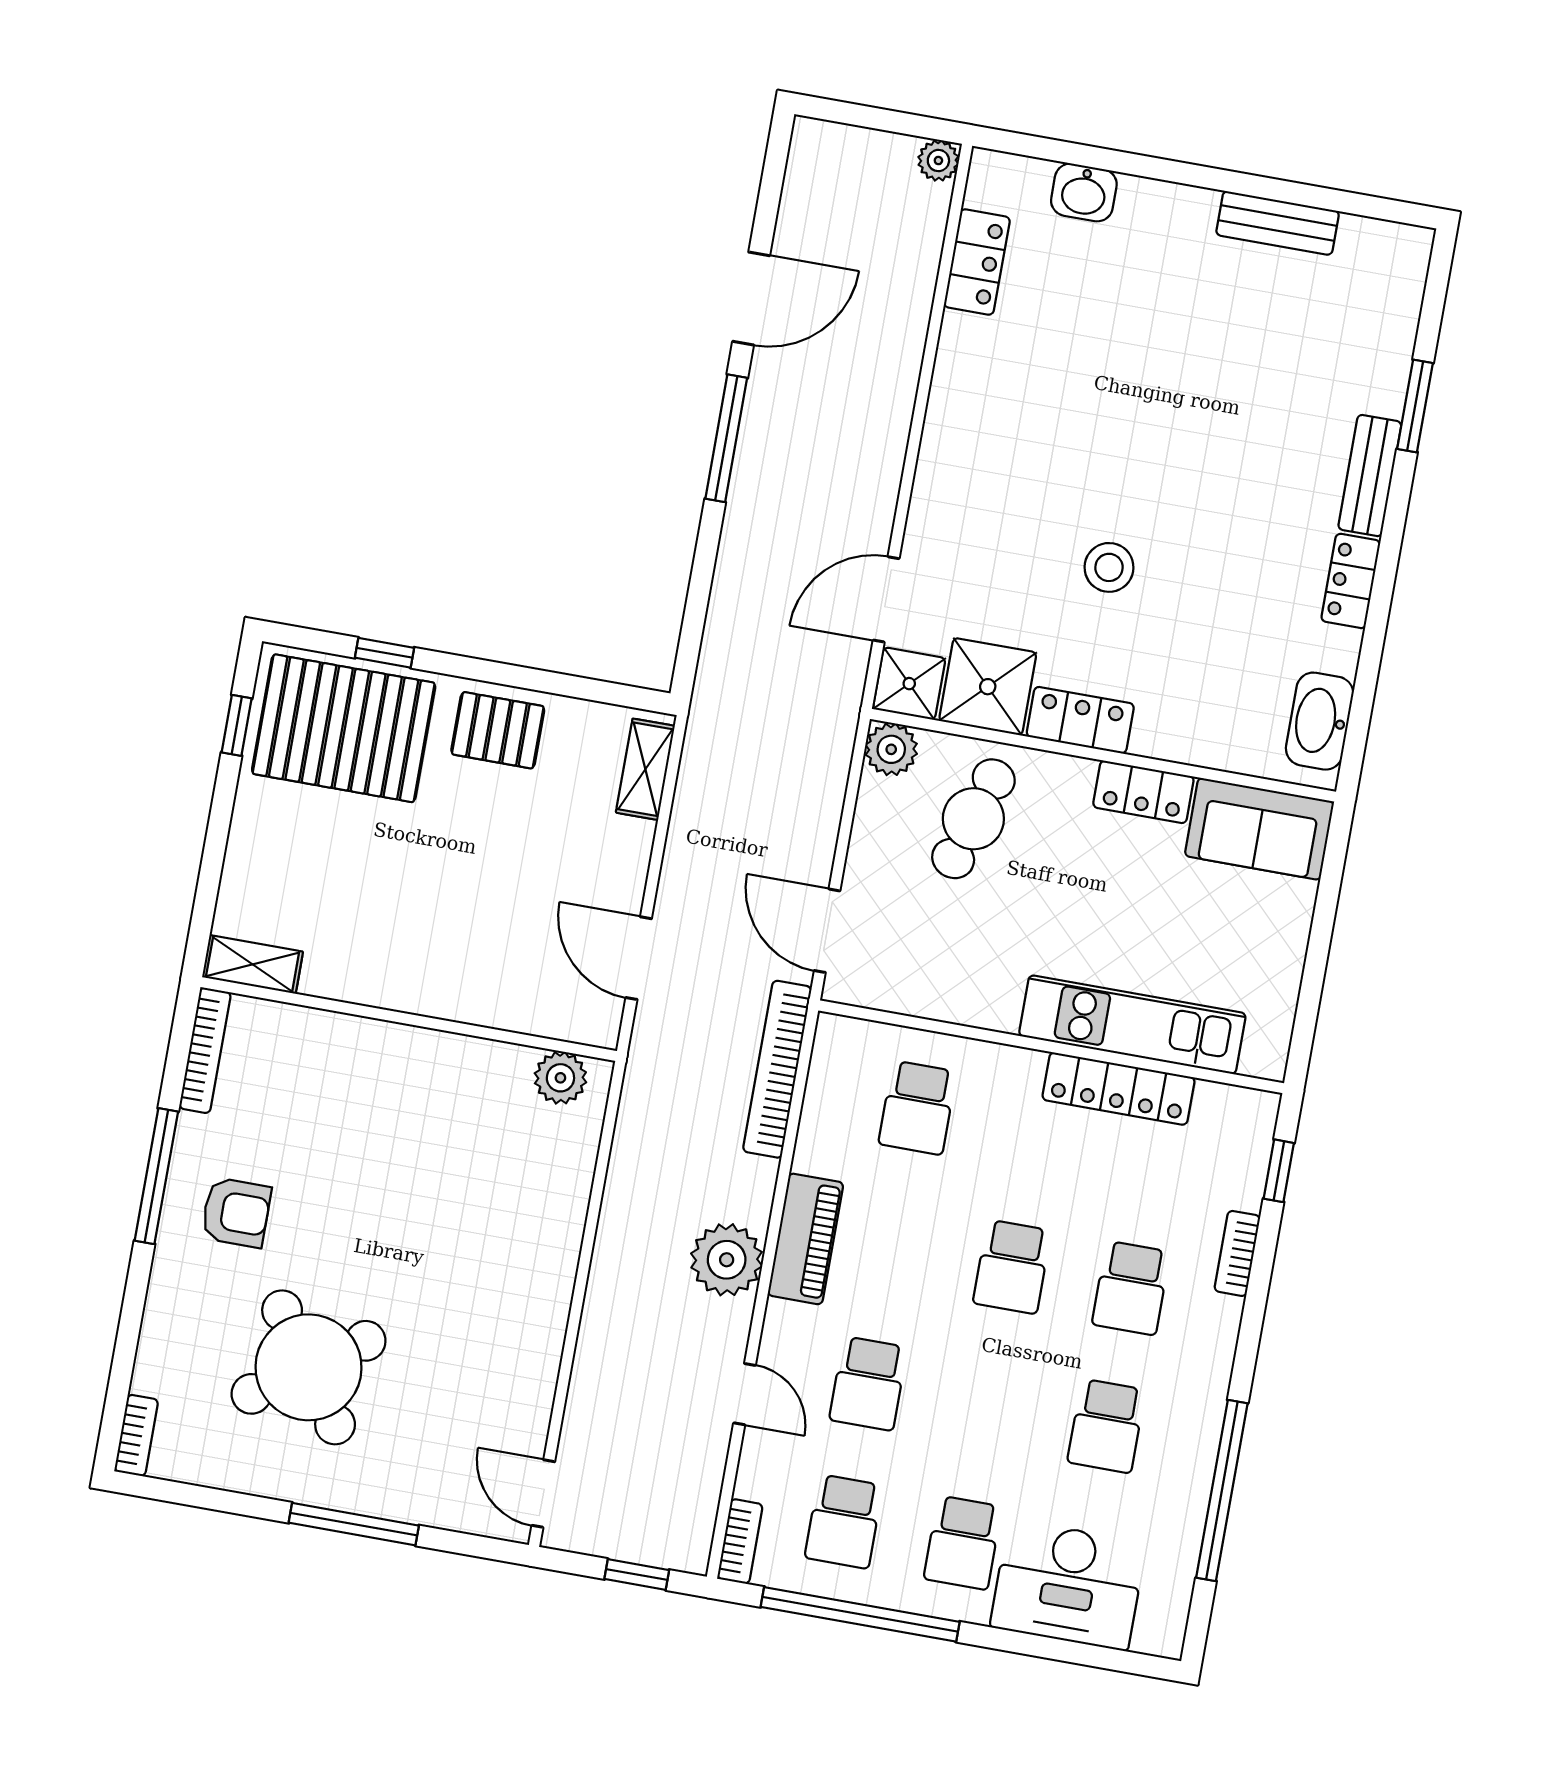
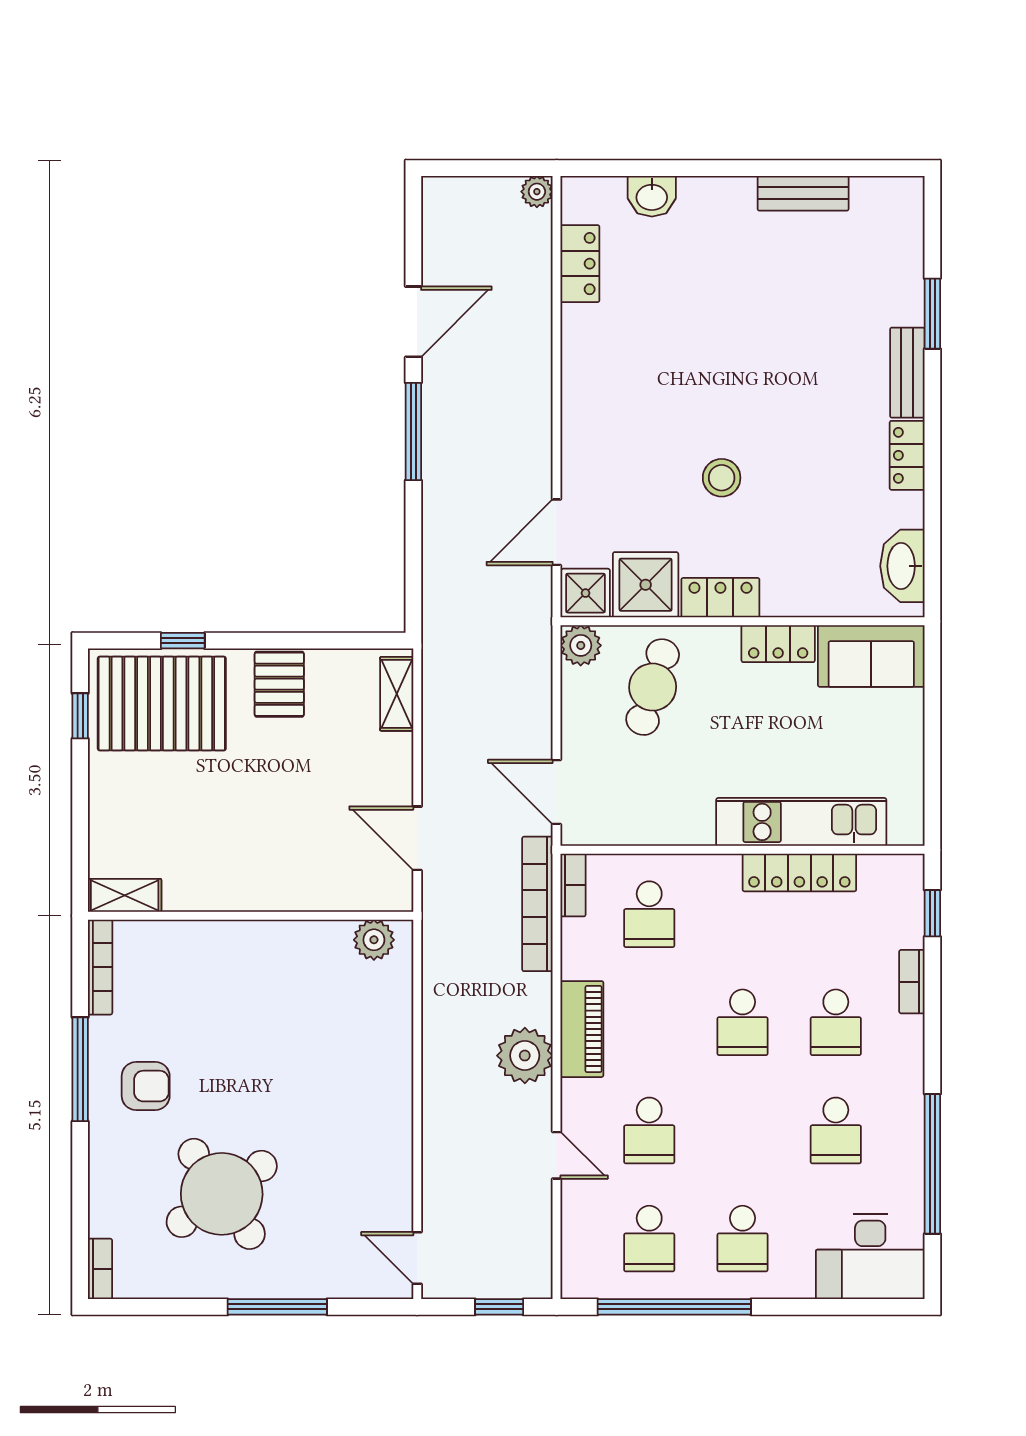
pallet: (498, 730) -> (279, 684), turned 90
bookcase: (740, 1541) -> (573, 885), moved
desk: (1068, 1585) -> (870, 1256), moved

